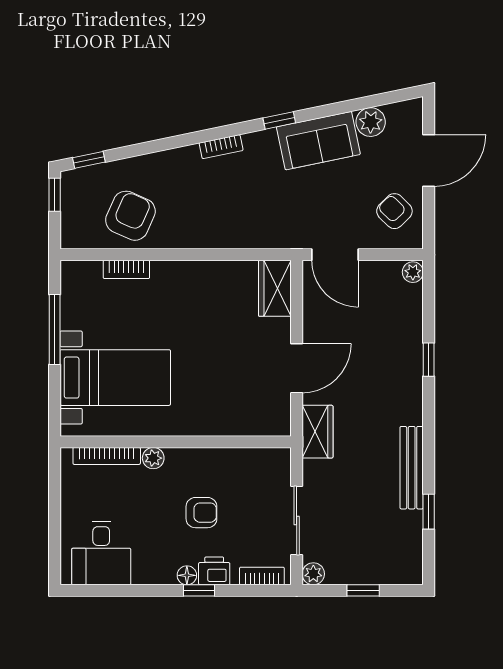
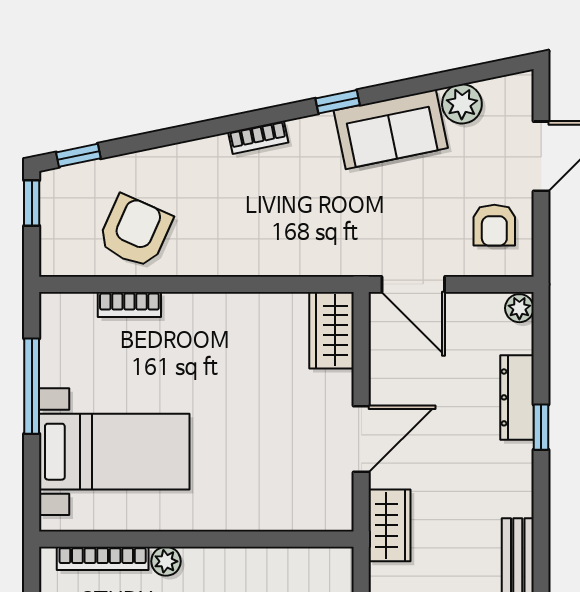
armchair: (394, 211) -> (494, 225), turned -135
dresser: (411, 338) -> (517, 397), added

